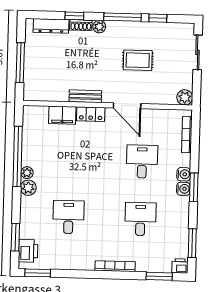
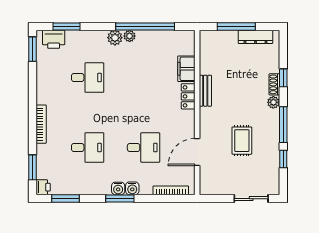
dresser: (51, 26) -> (255, 37), moved, turned -90
plant: (185, 97) -> (207, 187), removed
door: (127, 106) -> (197, 152), moved

